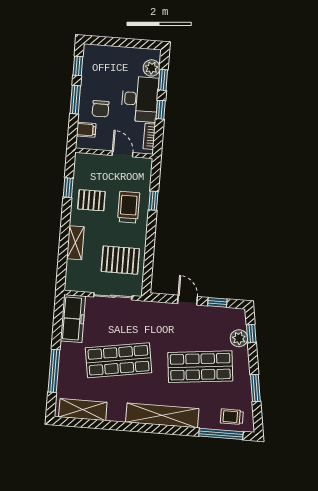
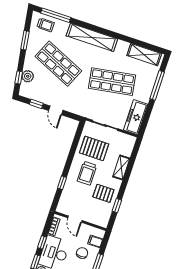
trolley: (129, 207) -> (87, 173), moved
shop shelf: (200, 367) -> (58, 64), turned 30

